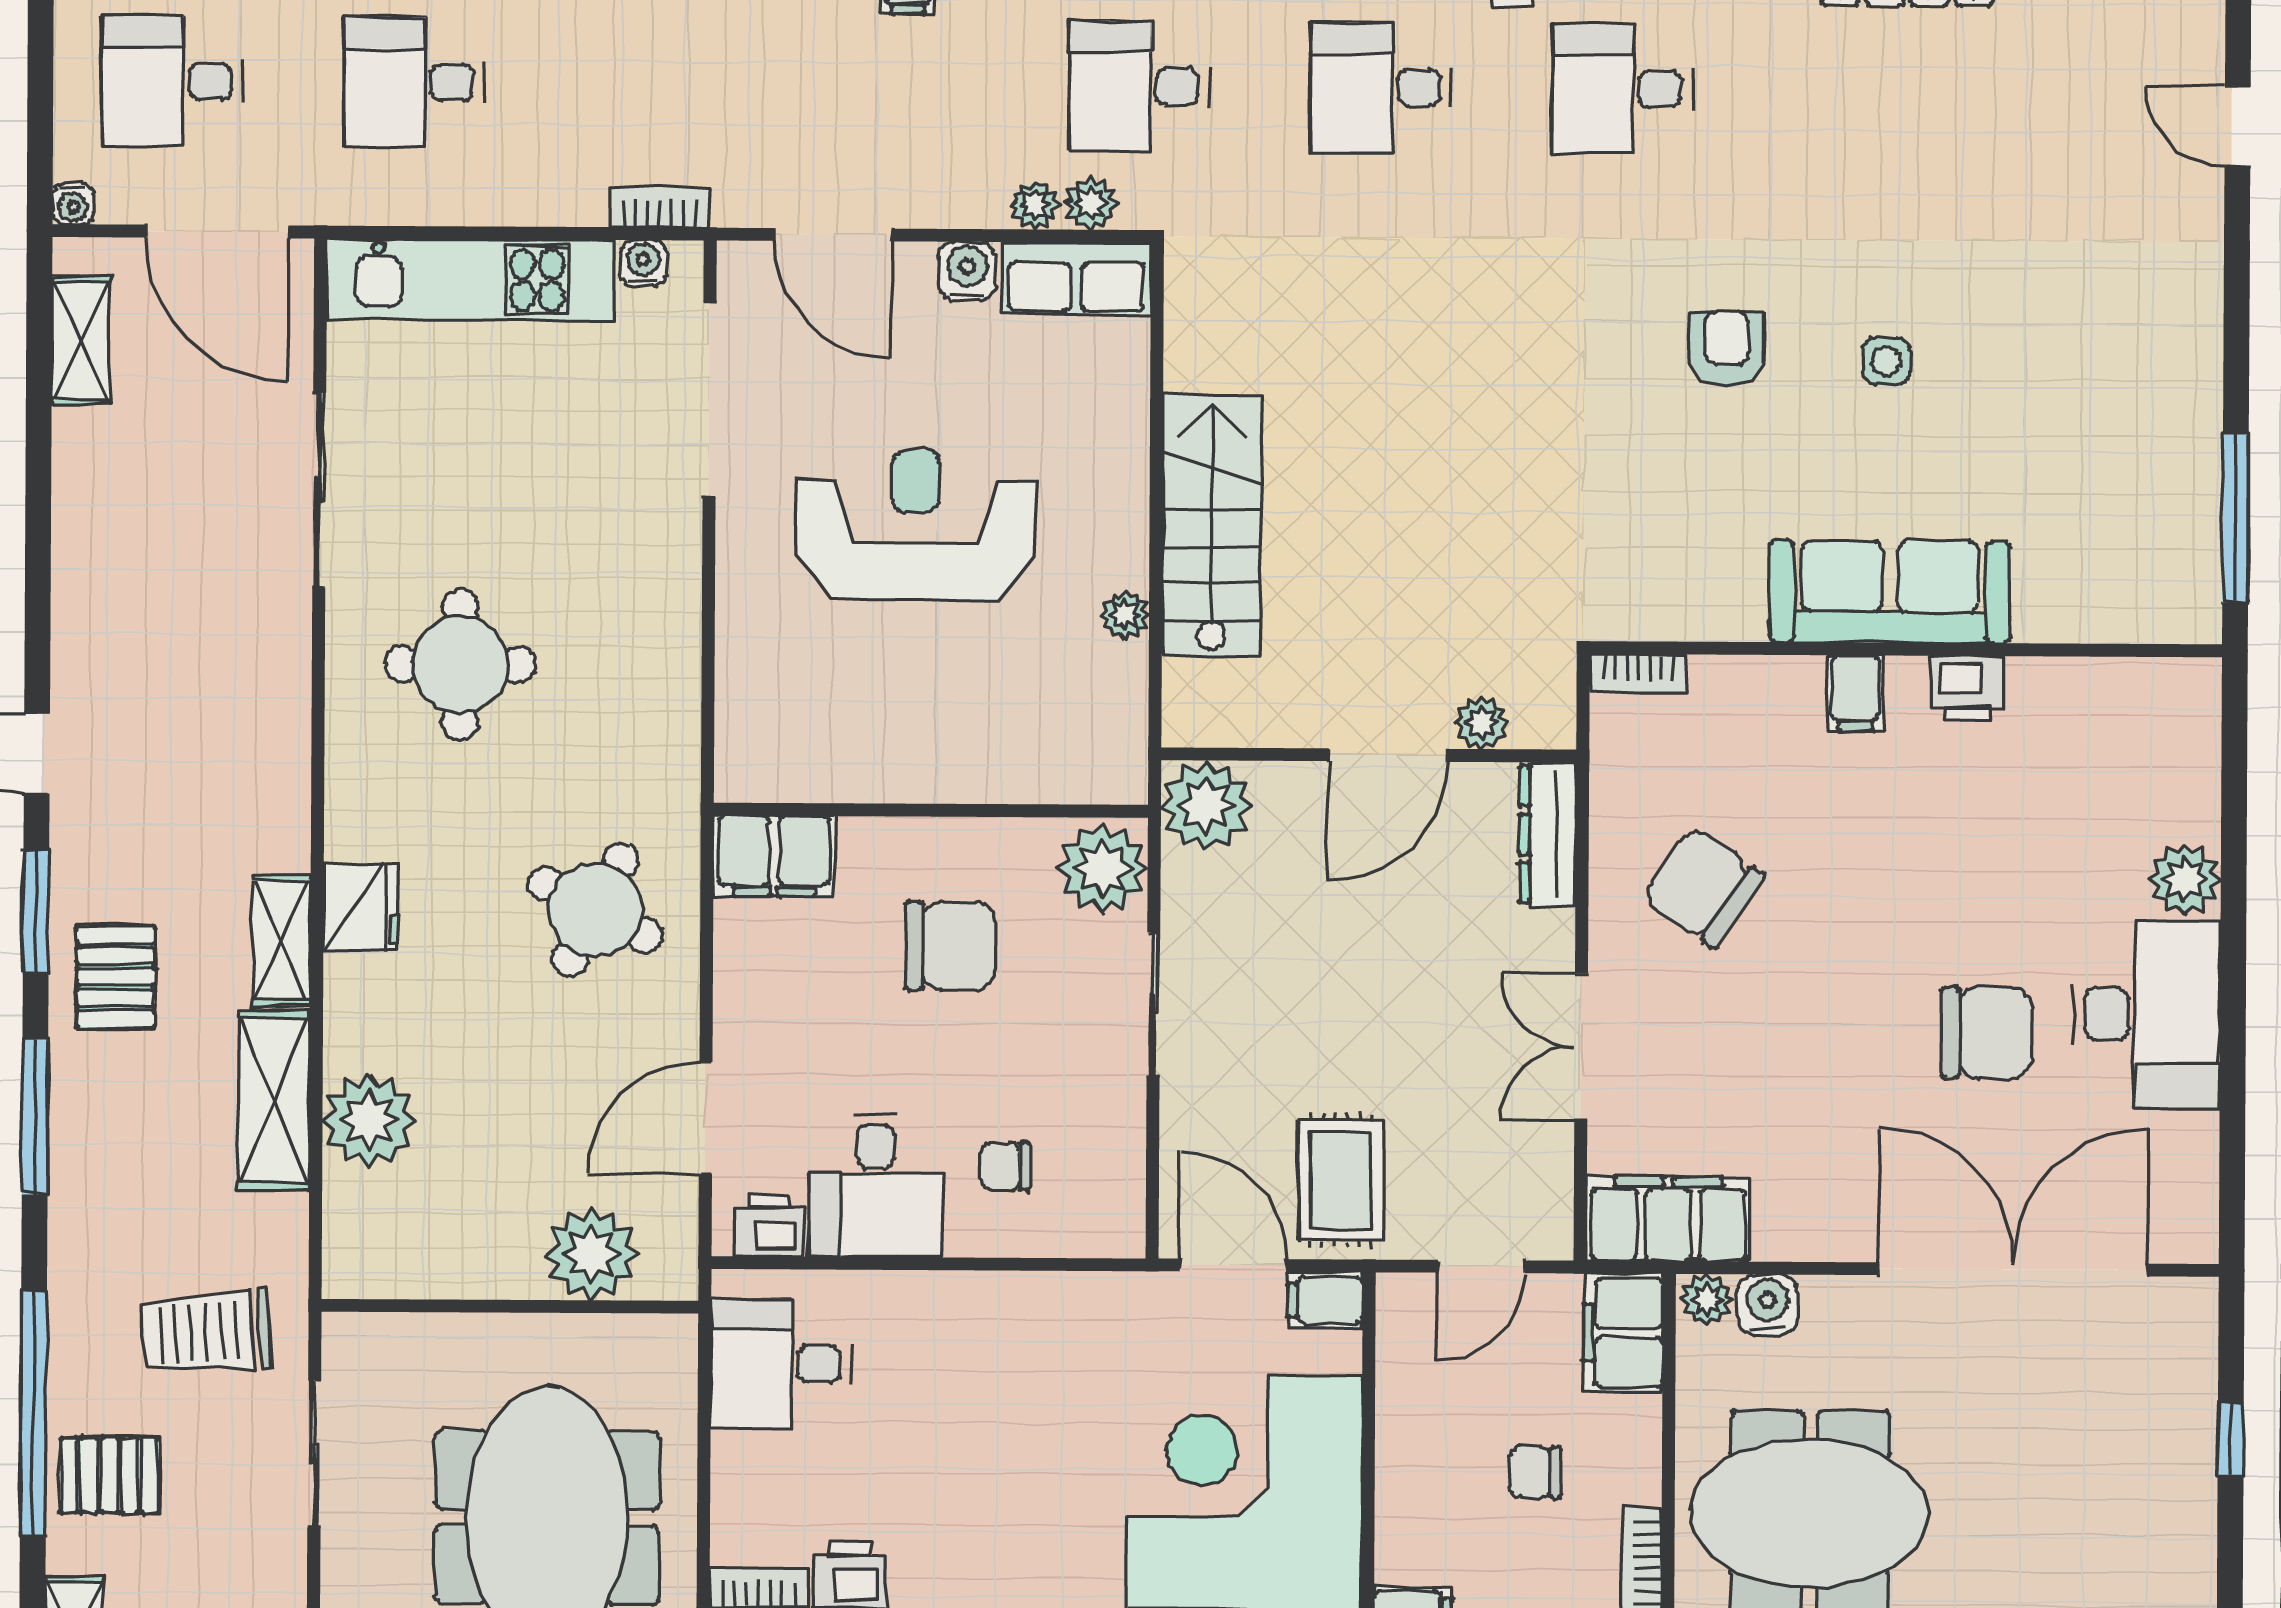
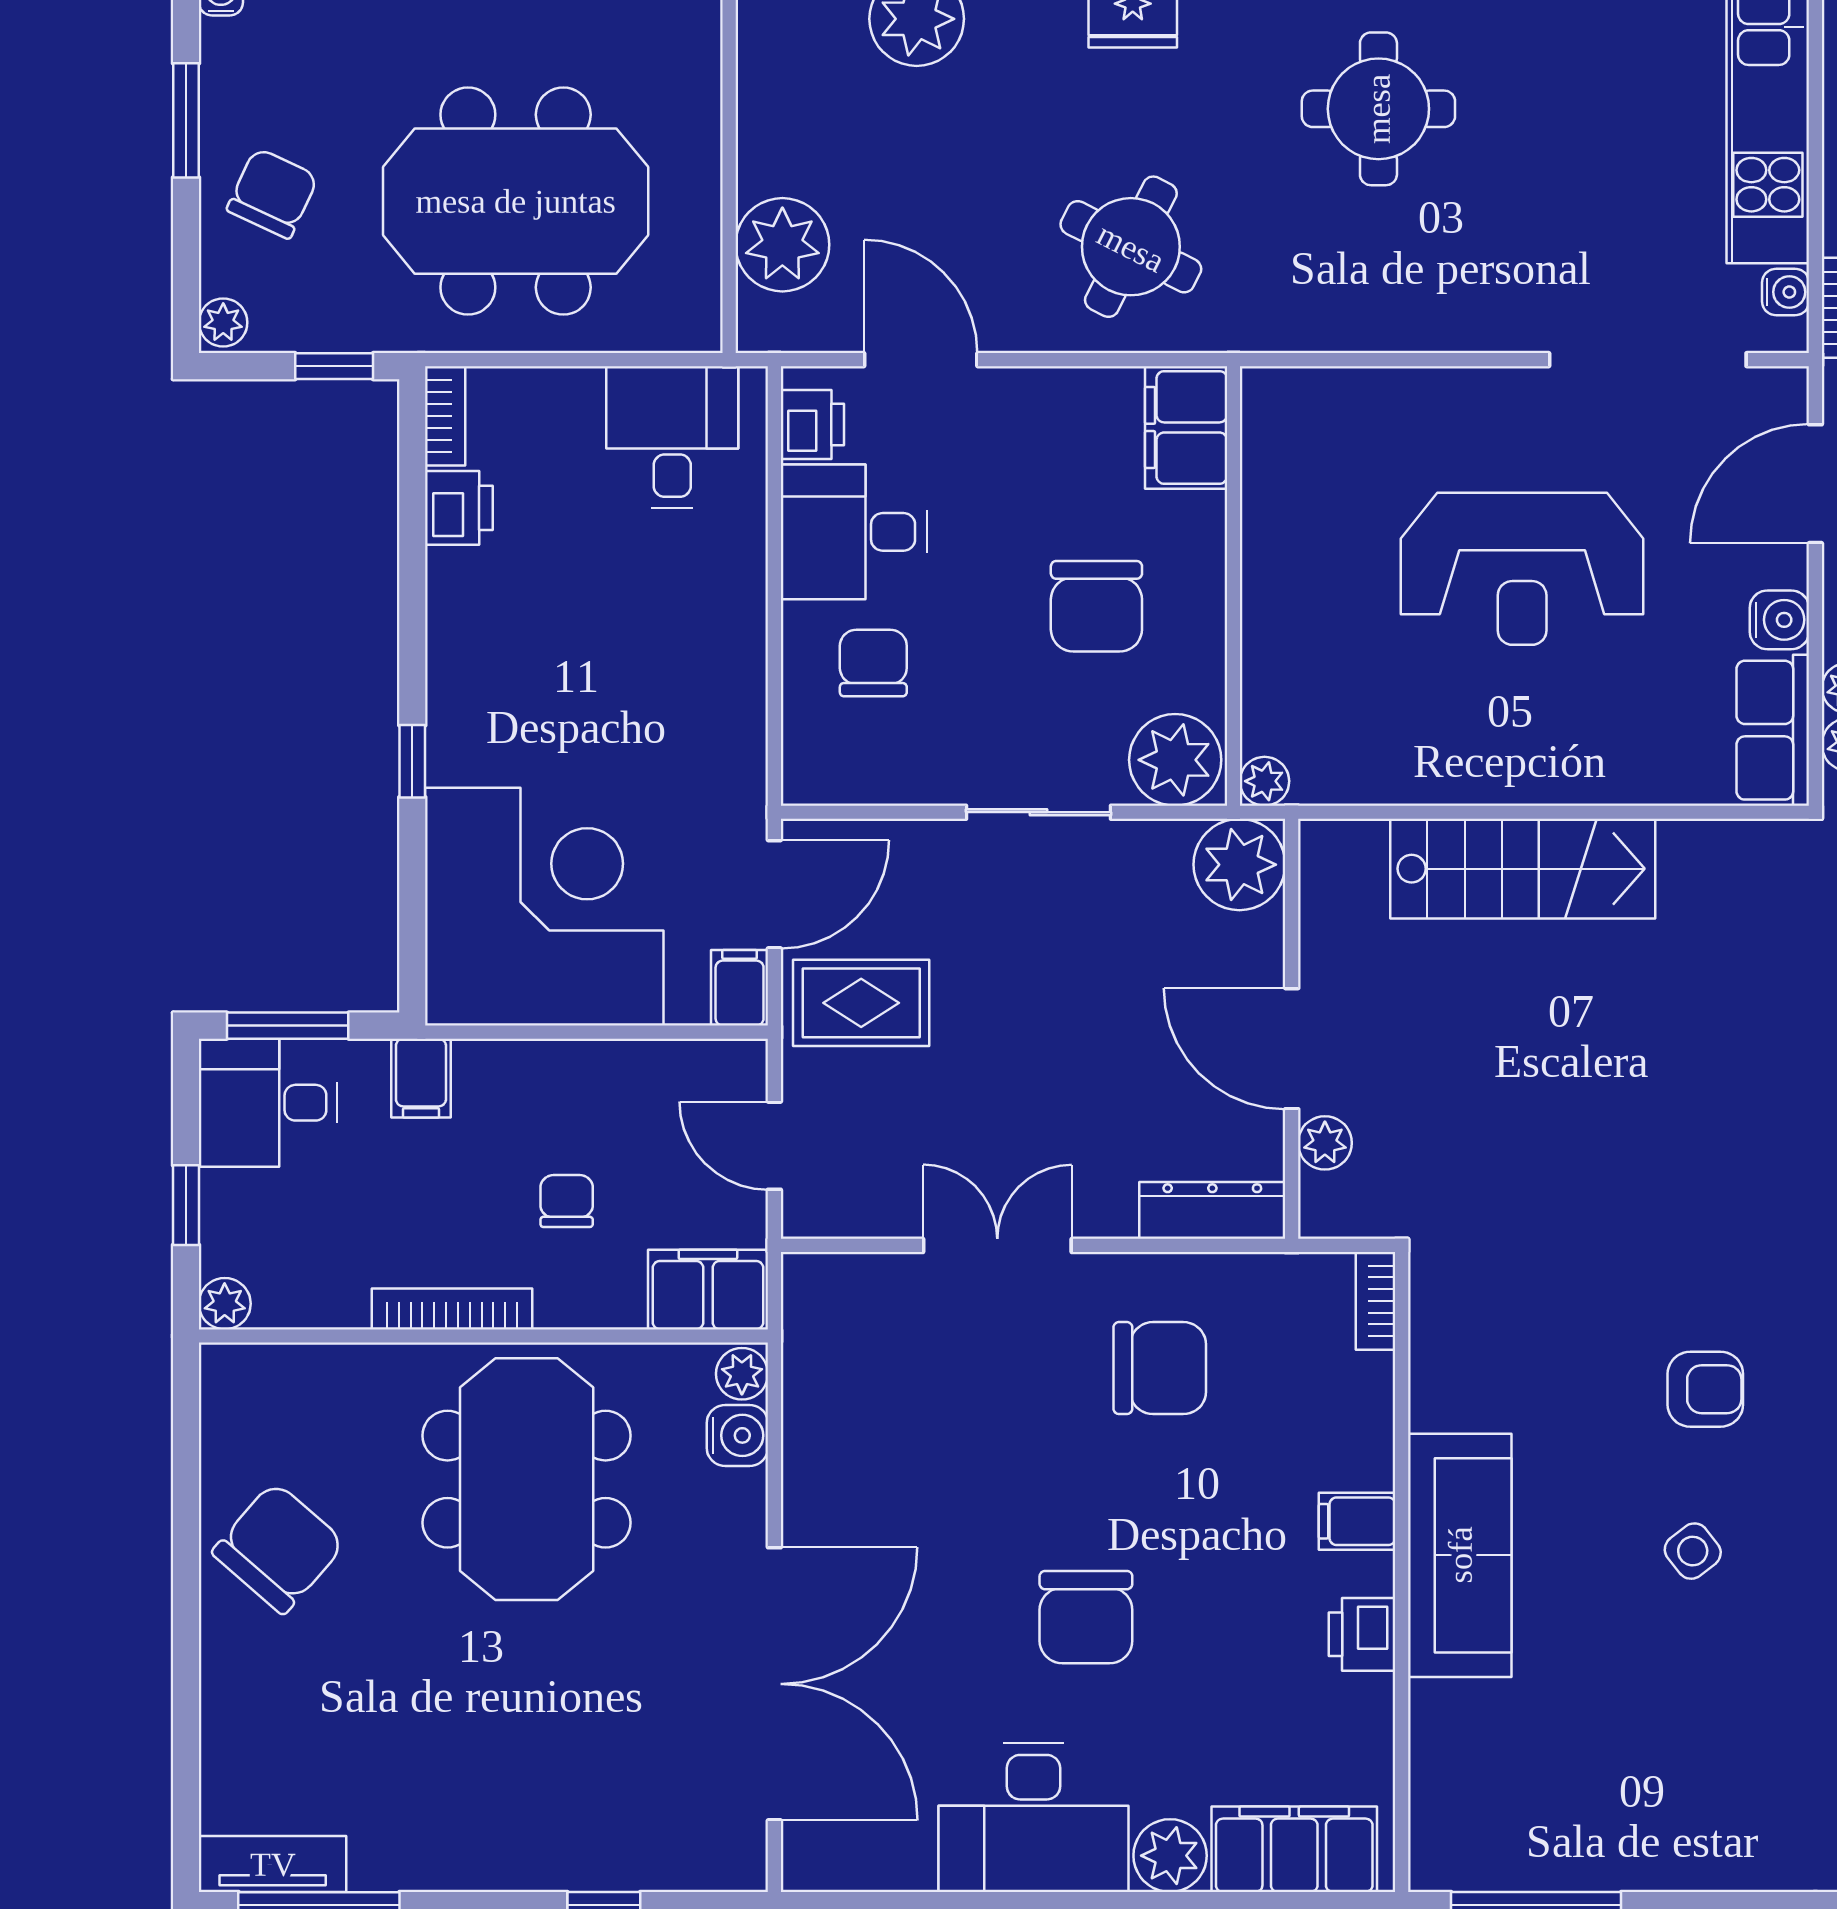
side table: (1887, 361) -> (1693, 1551), turned -38
reception desk: (915, 525) -> (1522, 569), turned 90
plant: (1125, 615) -> (1264, 781), moved
chair: (1703, 887) -> (1160, 1368), turned 56
chair: (1987, 1033) -> (1086, 1617), moved
chair: (1005, 1166) -> (873, 663), width x1.37, depth x1.37
filing cabinet: (1668, 1219) -> (1294, 1849), moved, turned -90

